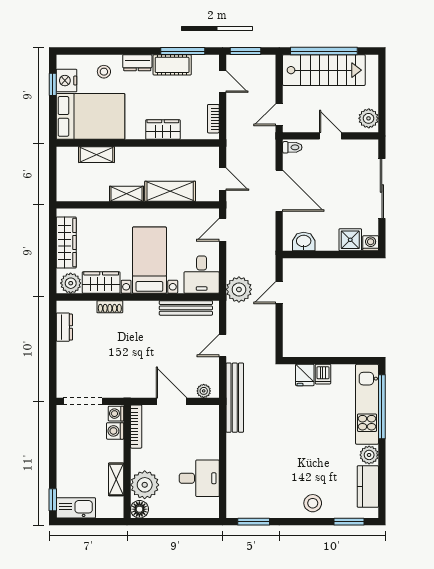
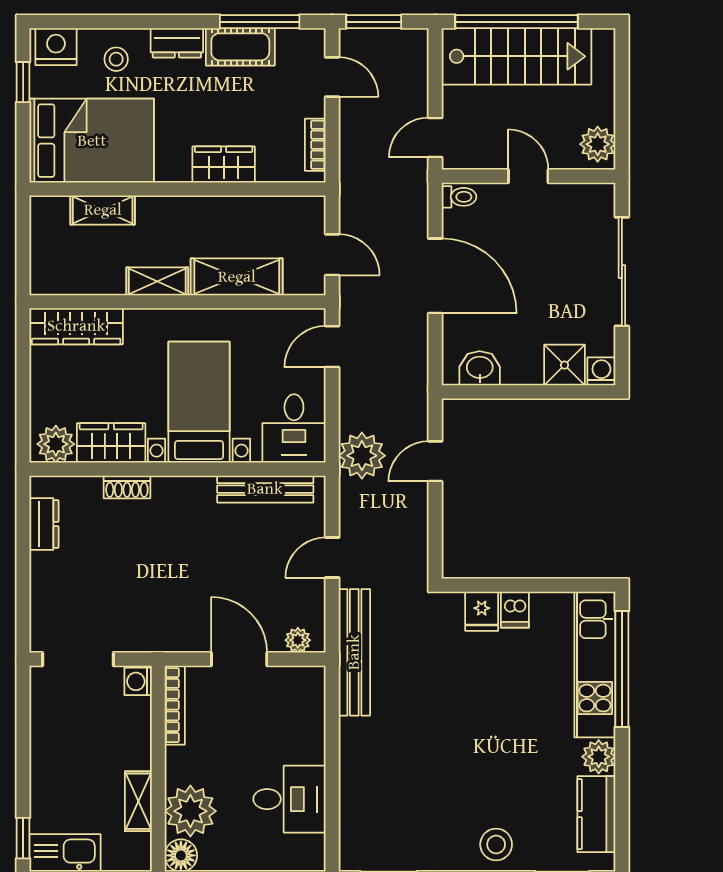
nightstand: (66, 81) -> (56, 47), moved, turned 90
wardrobe: (66, 243) -> (76, 326), moved, turned 90
washing machine: (115, 431) -> (137, 713), removed

